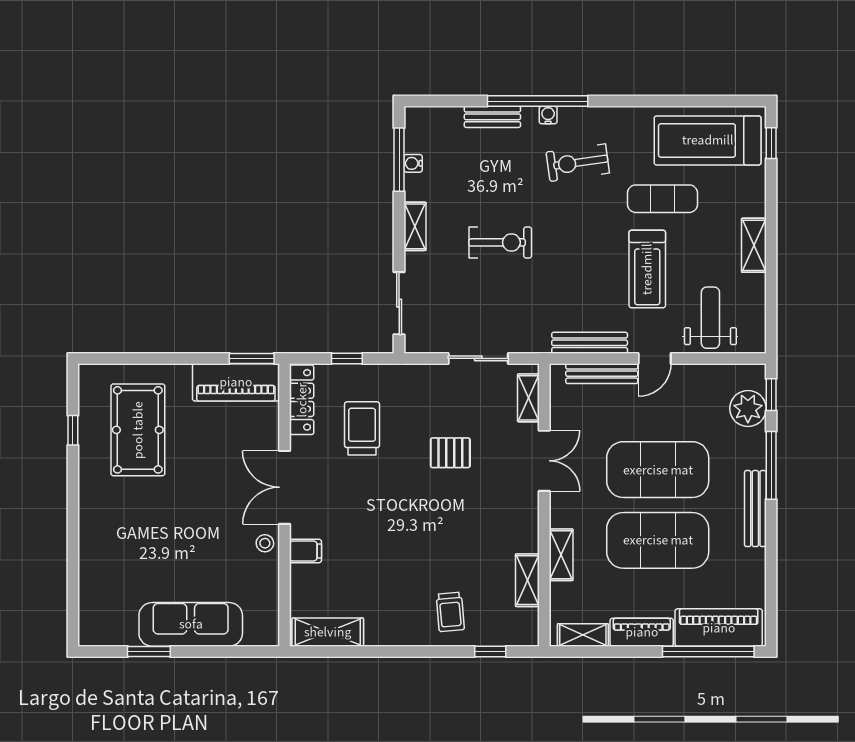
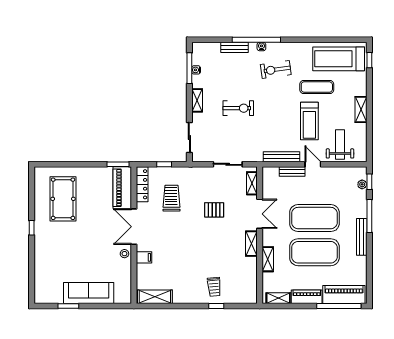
door: (655, 358) -> (313, 164), swing flipped
bench: (602, 374) -> (292, 172), width x0.73
piano: (236, 382) -> (122, 188), moved, turned 90
plant: (748, 408) -> (362, 184), width x0.53, depth x0.53
window: (73, 430) -> (32, 228), moved
shelving: (527, 580) -> (251, 244), moved
window: (490, 651) -> (216, 306), moved

